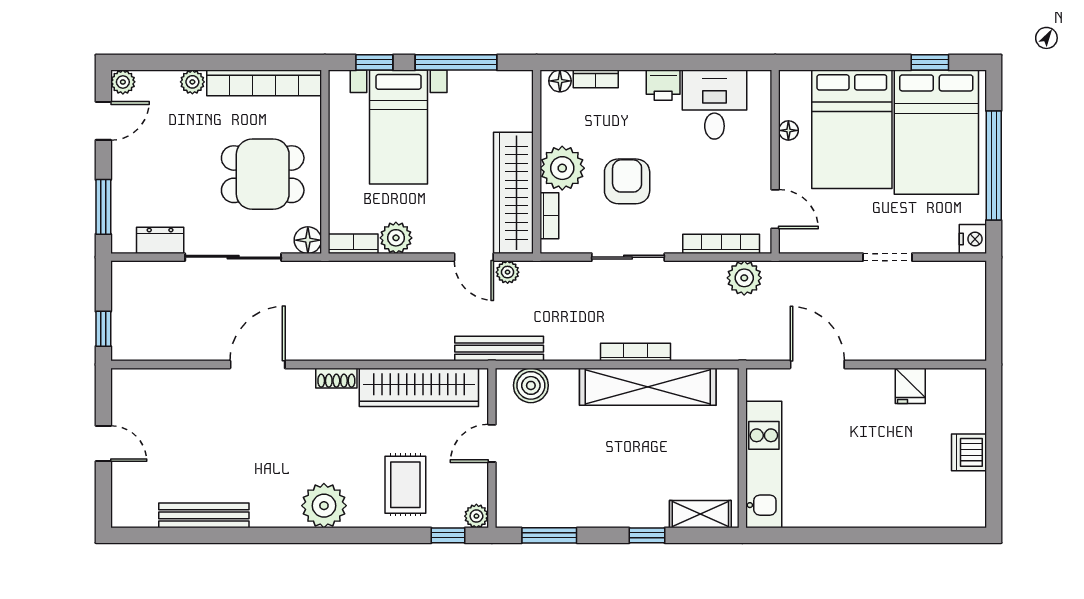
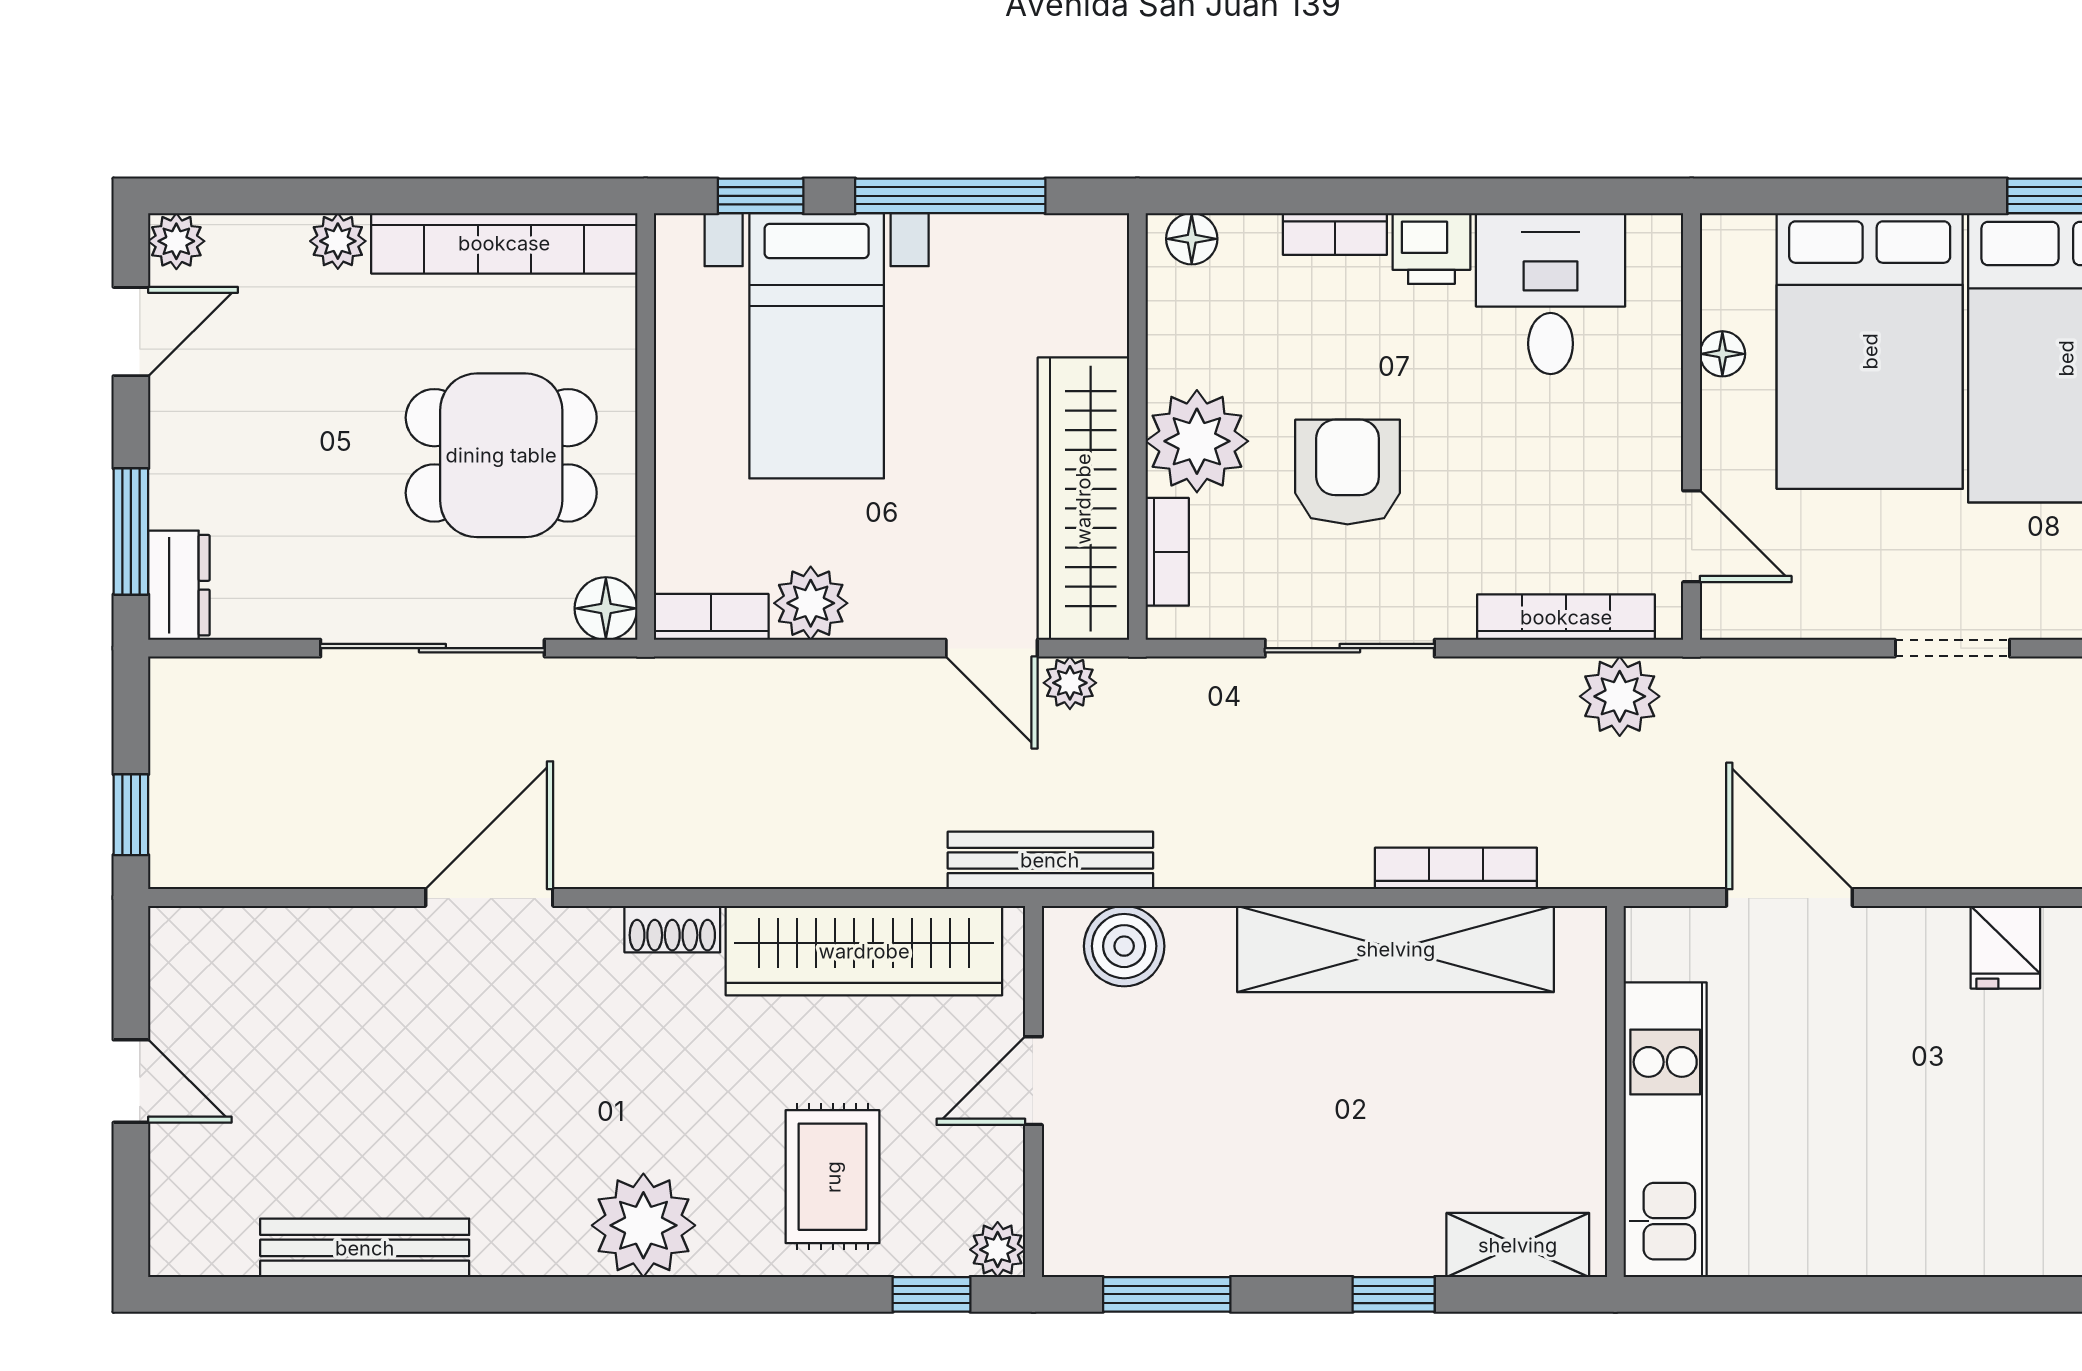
bookcase: (596, 79) -> (1335, 234), moved
dresser: (160, 240) -> (179, 585), moved, turned 90
bookcase: (635, 352) -> (1456, 868), moved

